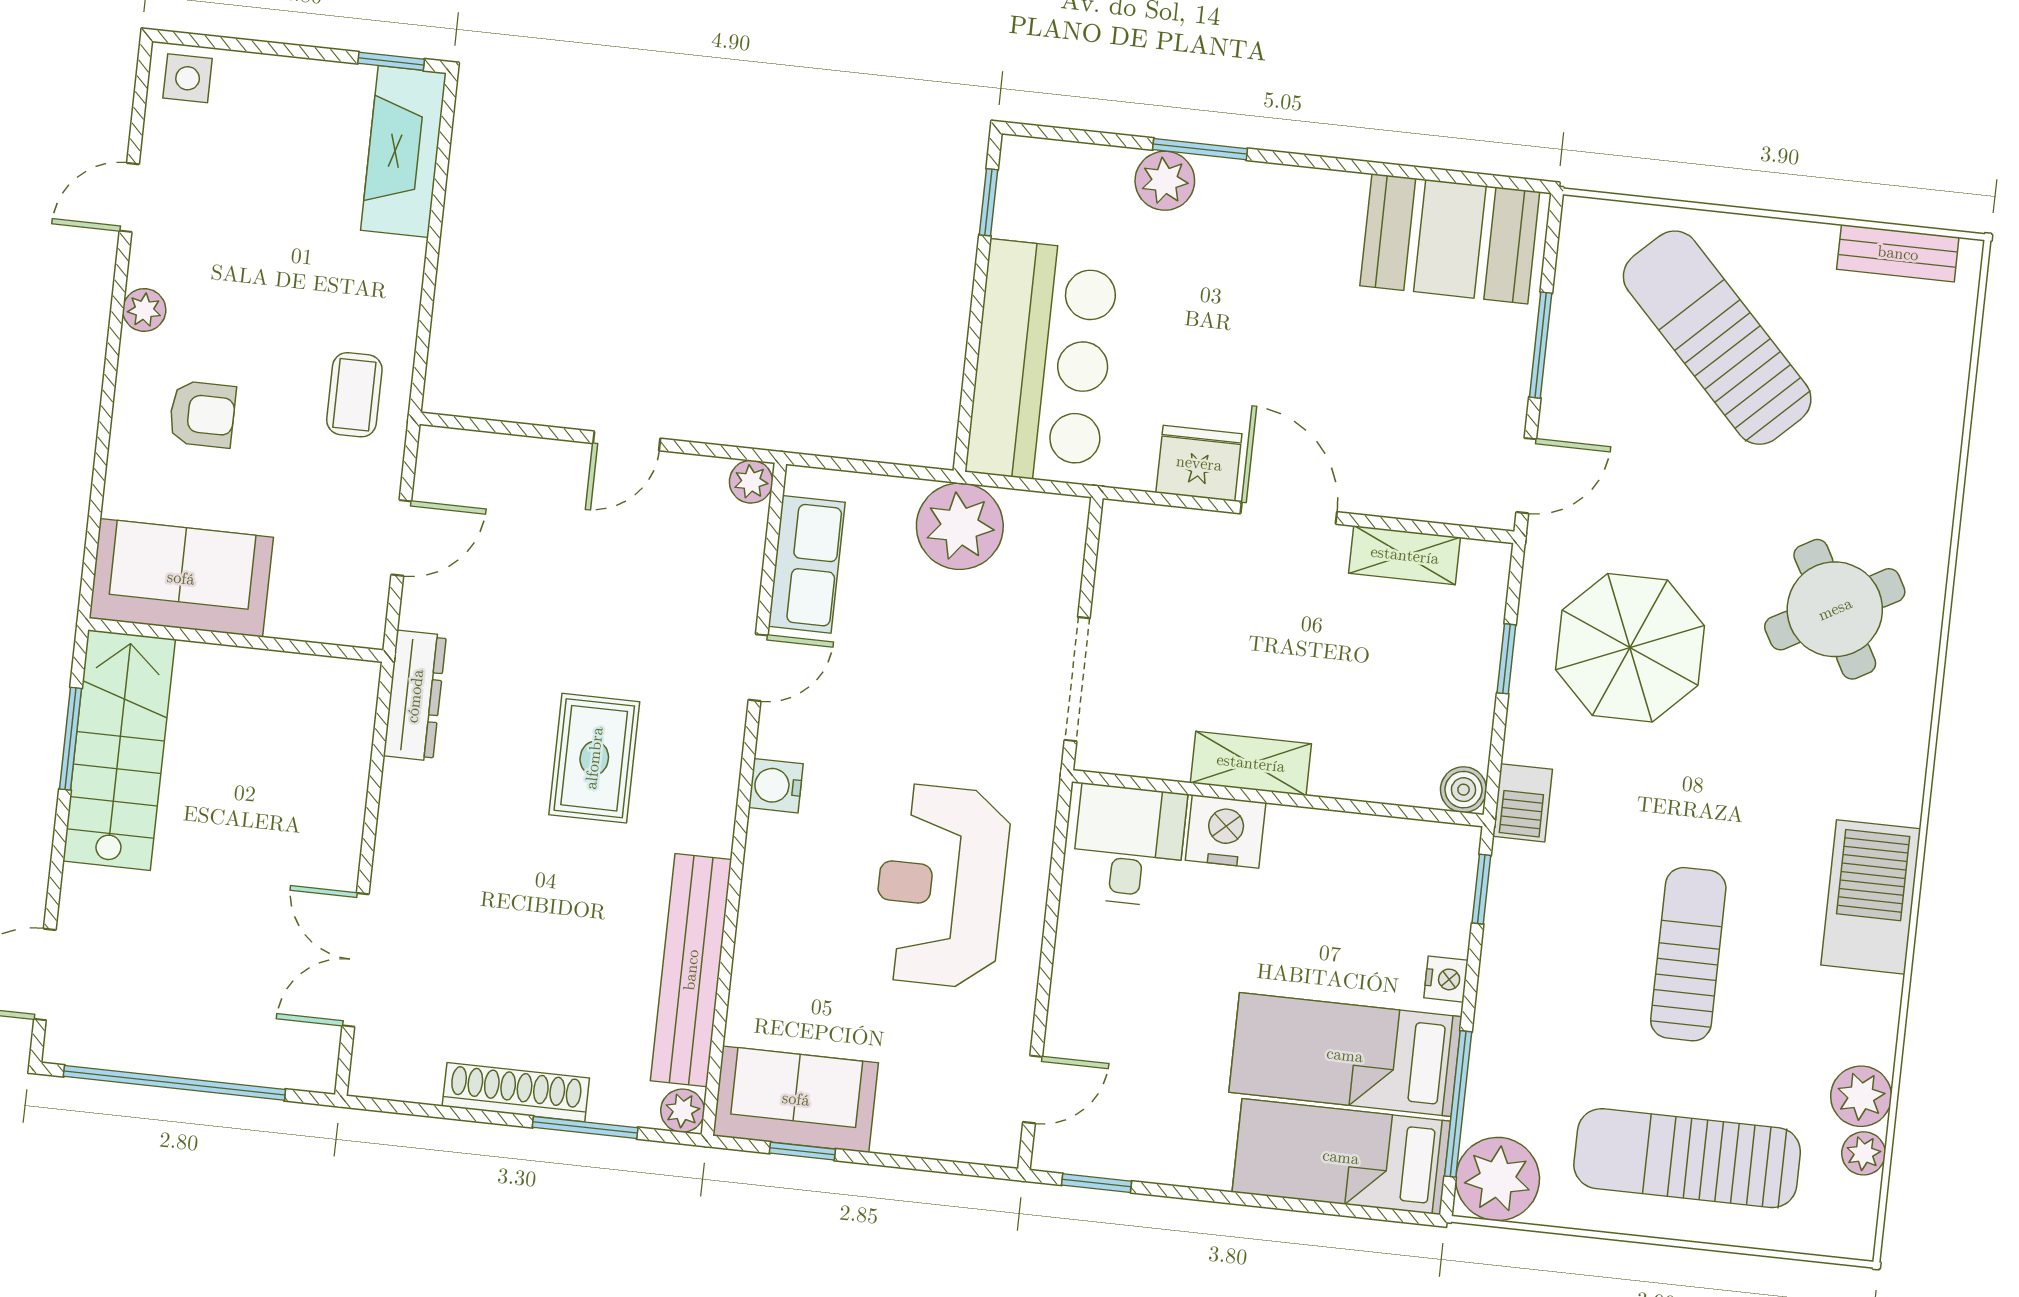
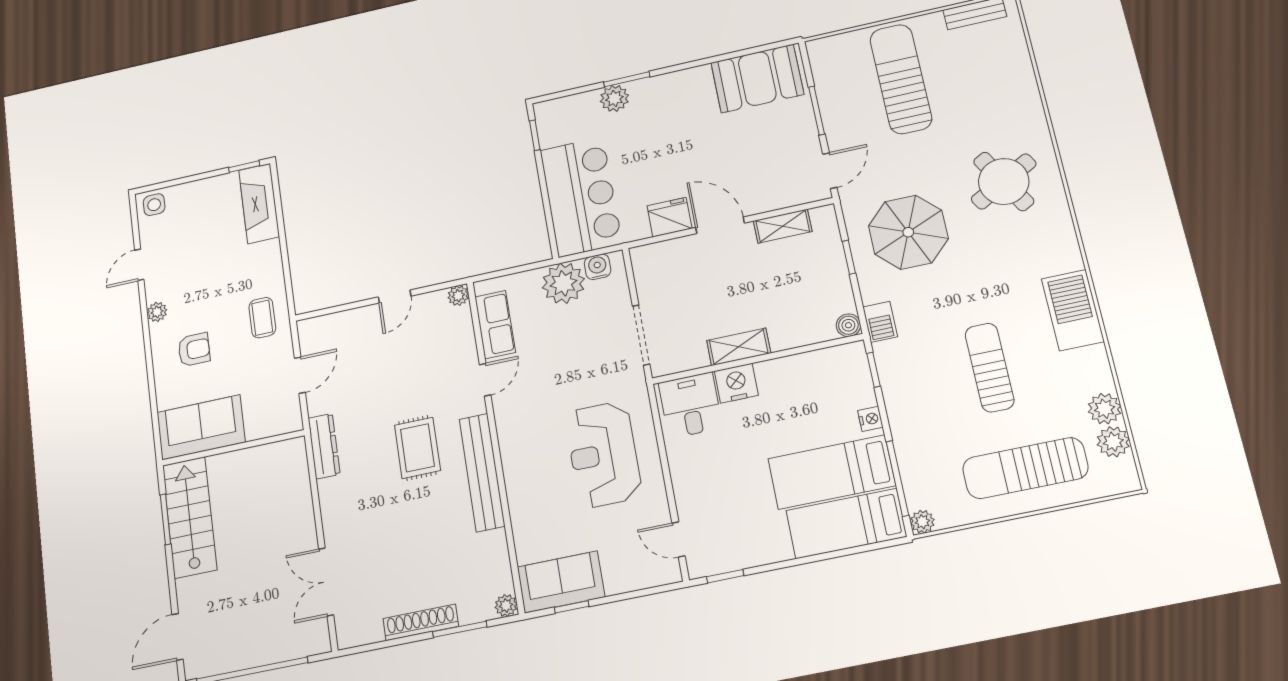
sun lounger: (1717, 338) -> (901, 79), turned 44
water cooler: (776, 786) -> (598, 267), moved, turned 90
bench: (691, 970) -> (482, 472), moved
door: (1033, 1089) -> (679, 539), swing flipped
plant: (1864, 1153) -> (1113, 442), width x1.38, depth x1.38
plant: (1498, 1179) -> (922, 522), width x0.53, depth x0.53

